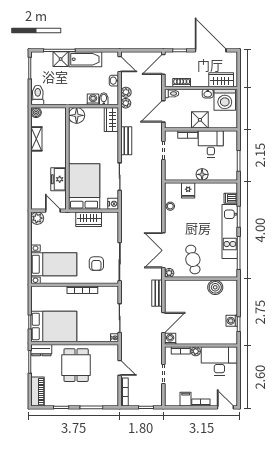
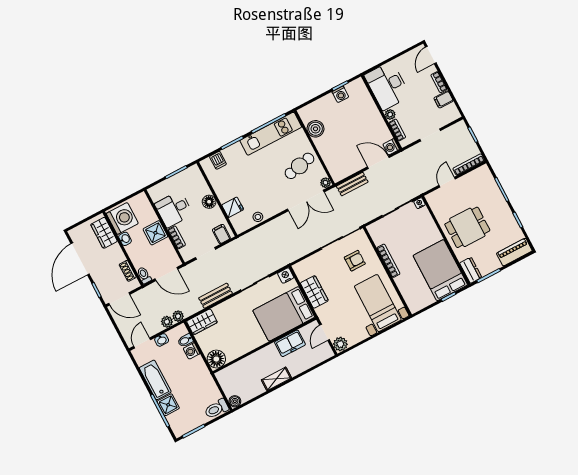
shelving: (36, 139) -> (276, 379), moved
filing cabinet: (172, 171) -> (221, 234), added
kitchen unit: (230, 232) -> (271, 134), moved

